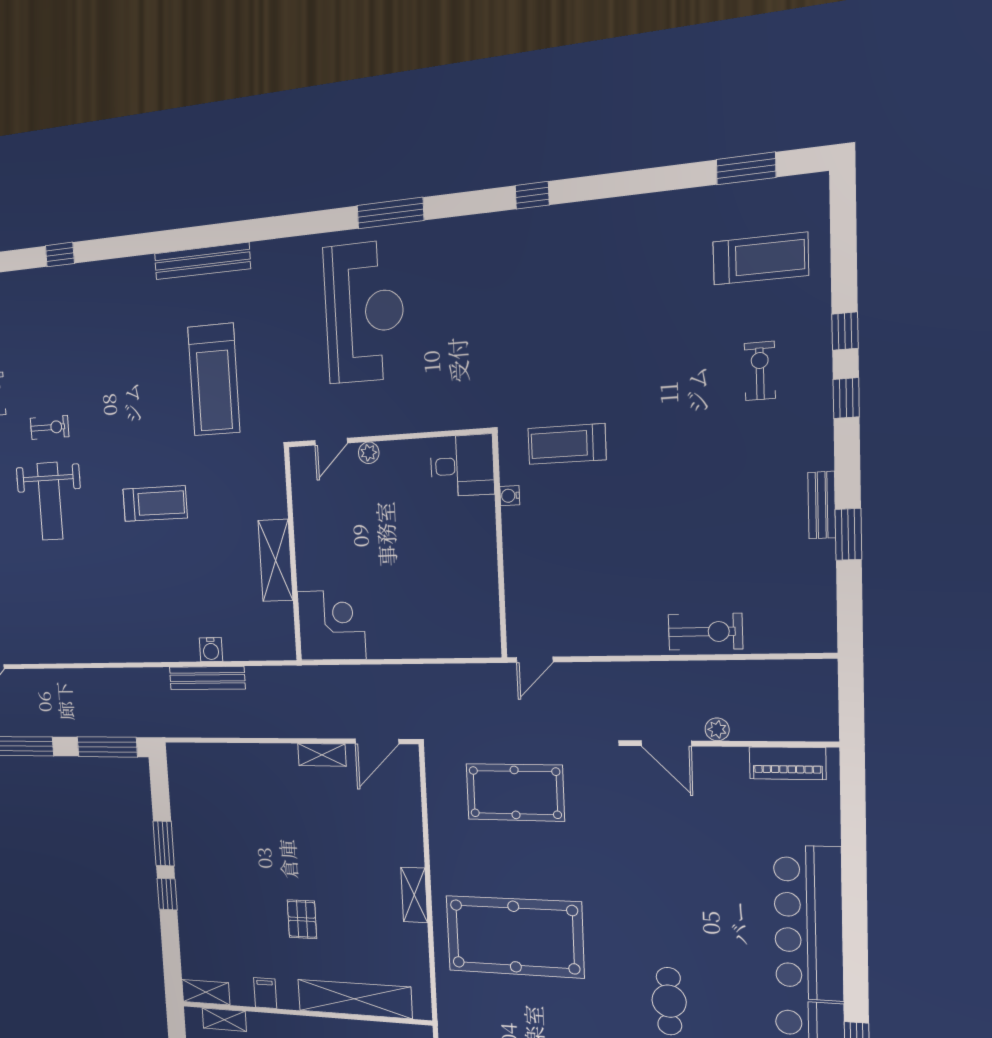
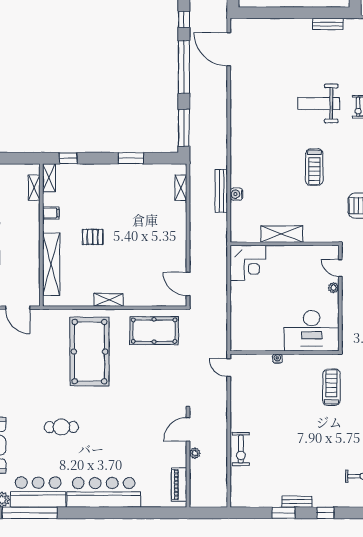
window: (846, 398) -> (325, 513), moved
desk: (462, 466) -> (312, 331), width x1.87, depth x1.30
water cooler: (510, 496) -> (277, 359), moved
shelving: (322, 755) -> (181, 188), moved
pool table: (515, 792) -> (154, 331), moved, turned 90
window: (167, 894) -> (68, 158), moved

